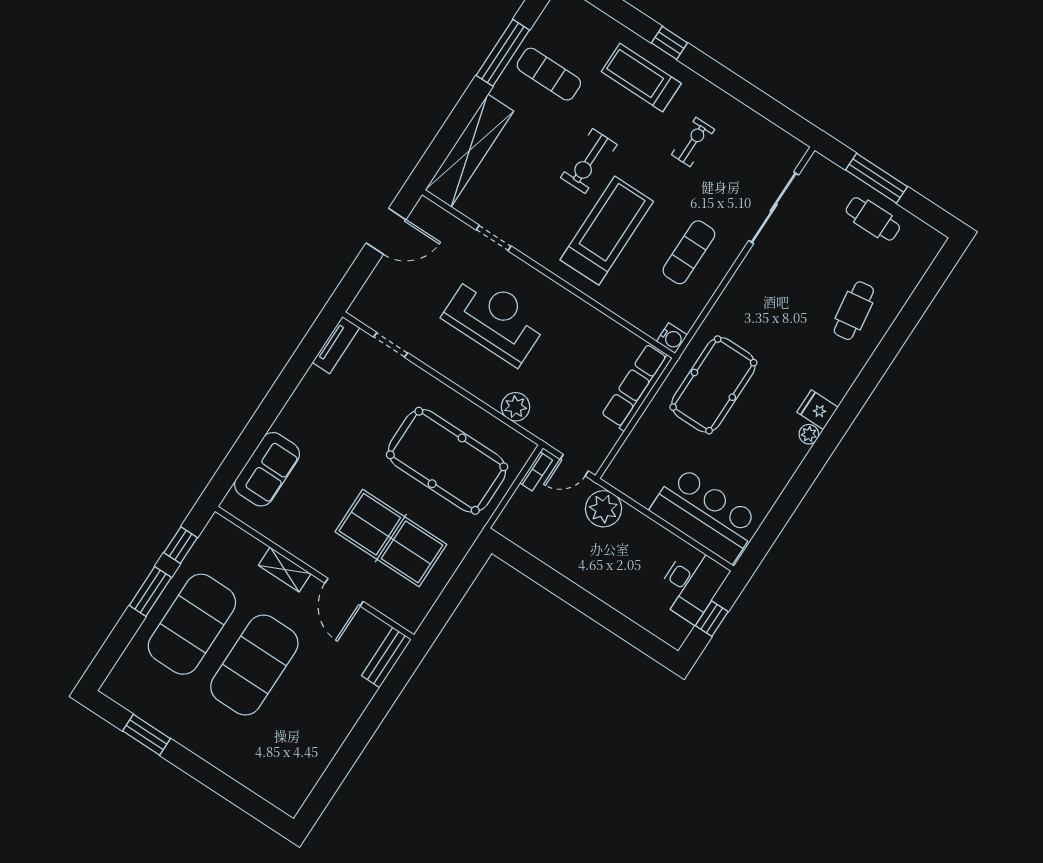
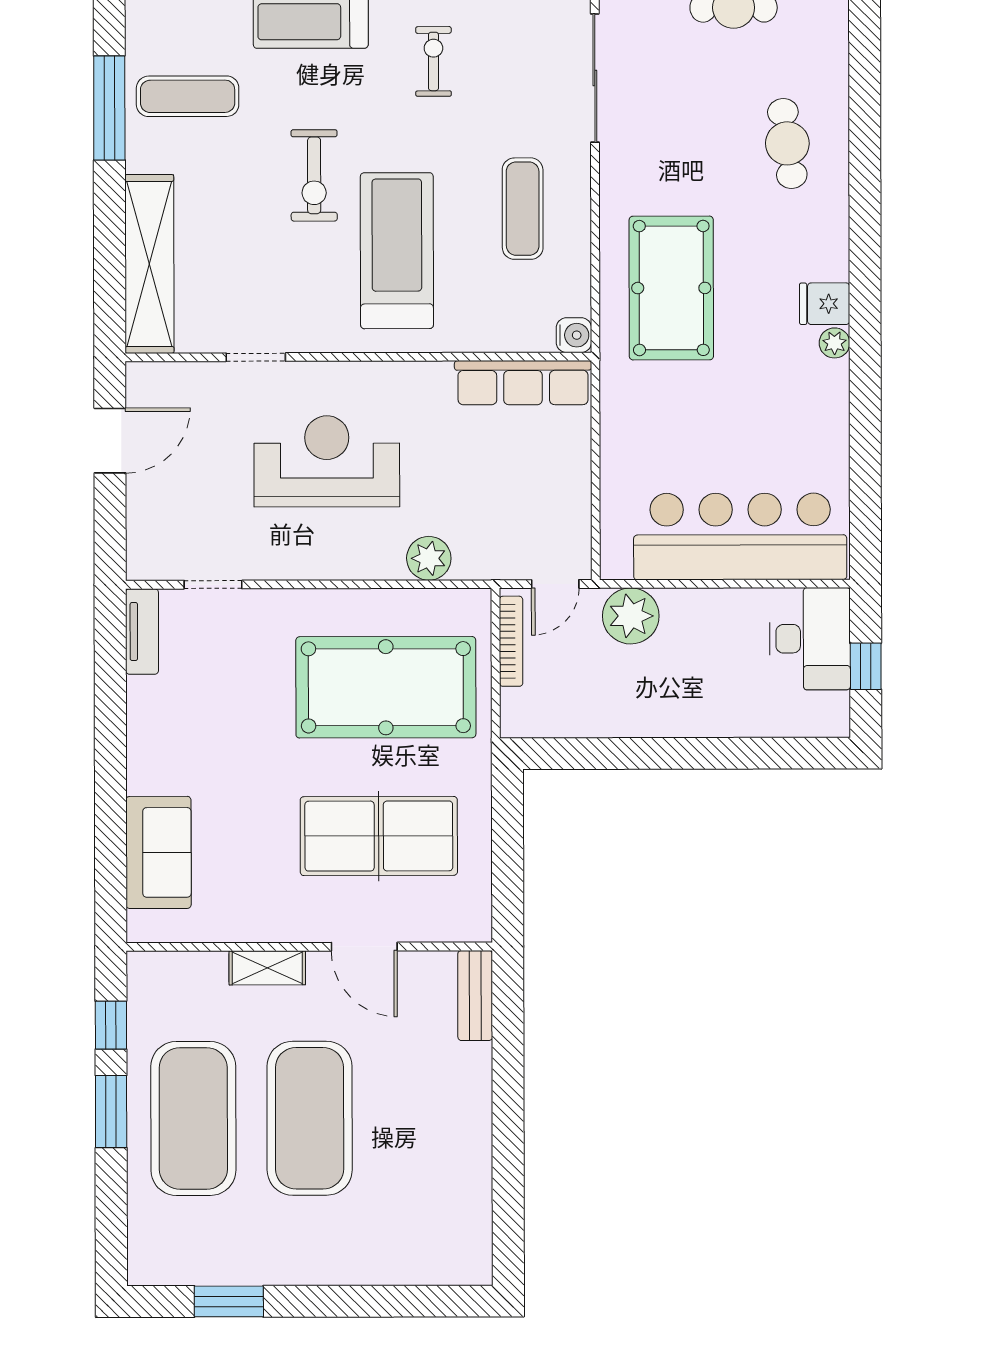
pool table: (713, 385) -> (671, 288), moved
row of seats: (636, 387) -> (523, 383), moved, turned -90
bookcase: (536, 471) -> (511, 641), width x1.56
bar counter: (705, 515) -> (740, 536), width x1.36

